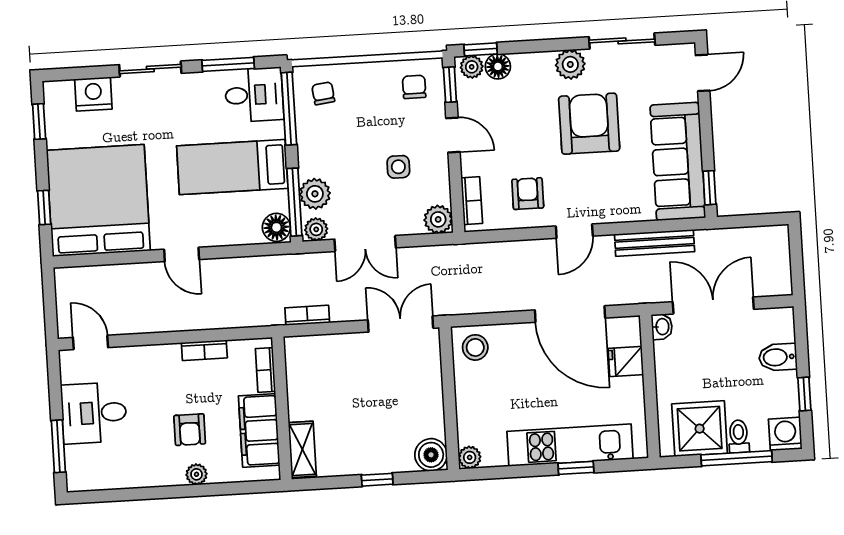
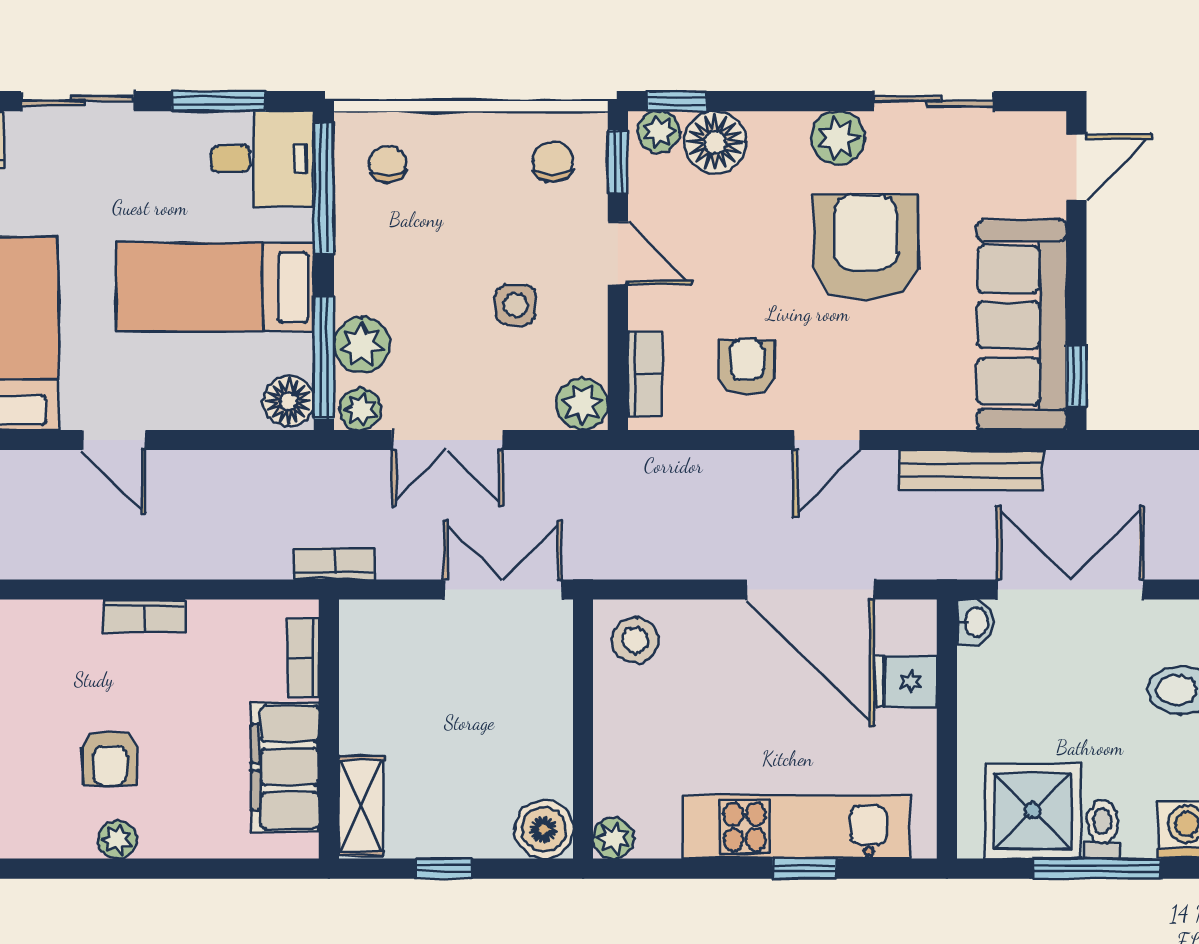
floor lamp: (498, 66) -> (715, 142), width x1.38, depth x1.38
bookcase: (265, 370) -> (303, 658), moved
wall: (282, 408) -> (329, 729), moved
filing cabinet: (259, 430) -> (285, 767), moved
shelving: (302, 449) -> (361, 806), moved

